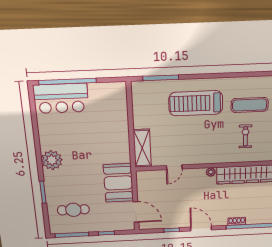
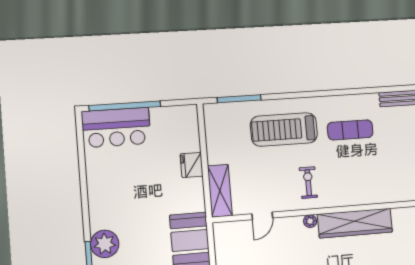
fridge: (121, 129) -> (192, 165), added
exercise bike: (245, 136) -> (308, 183), moved
plant: (52, 160) -> (105, 244), moved

